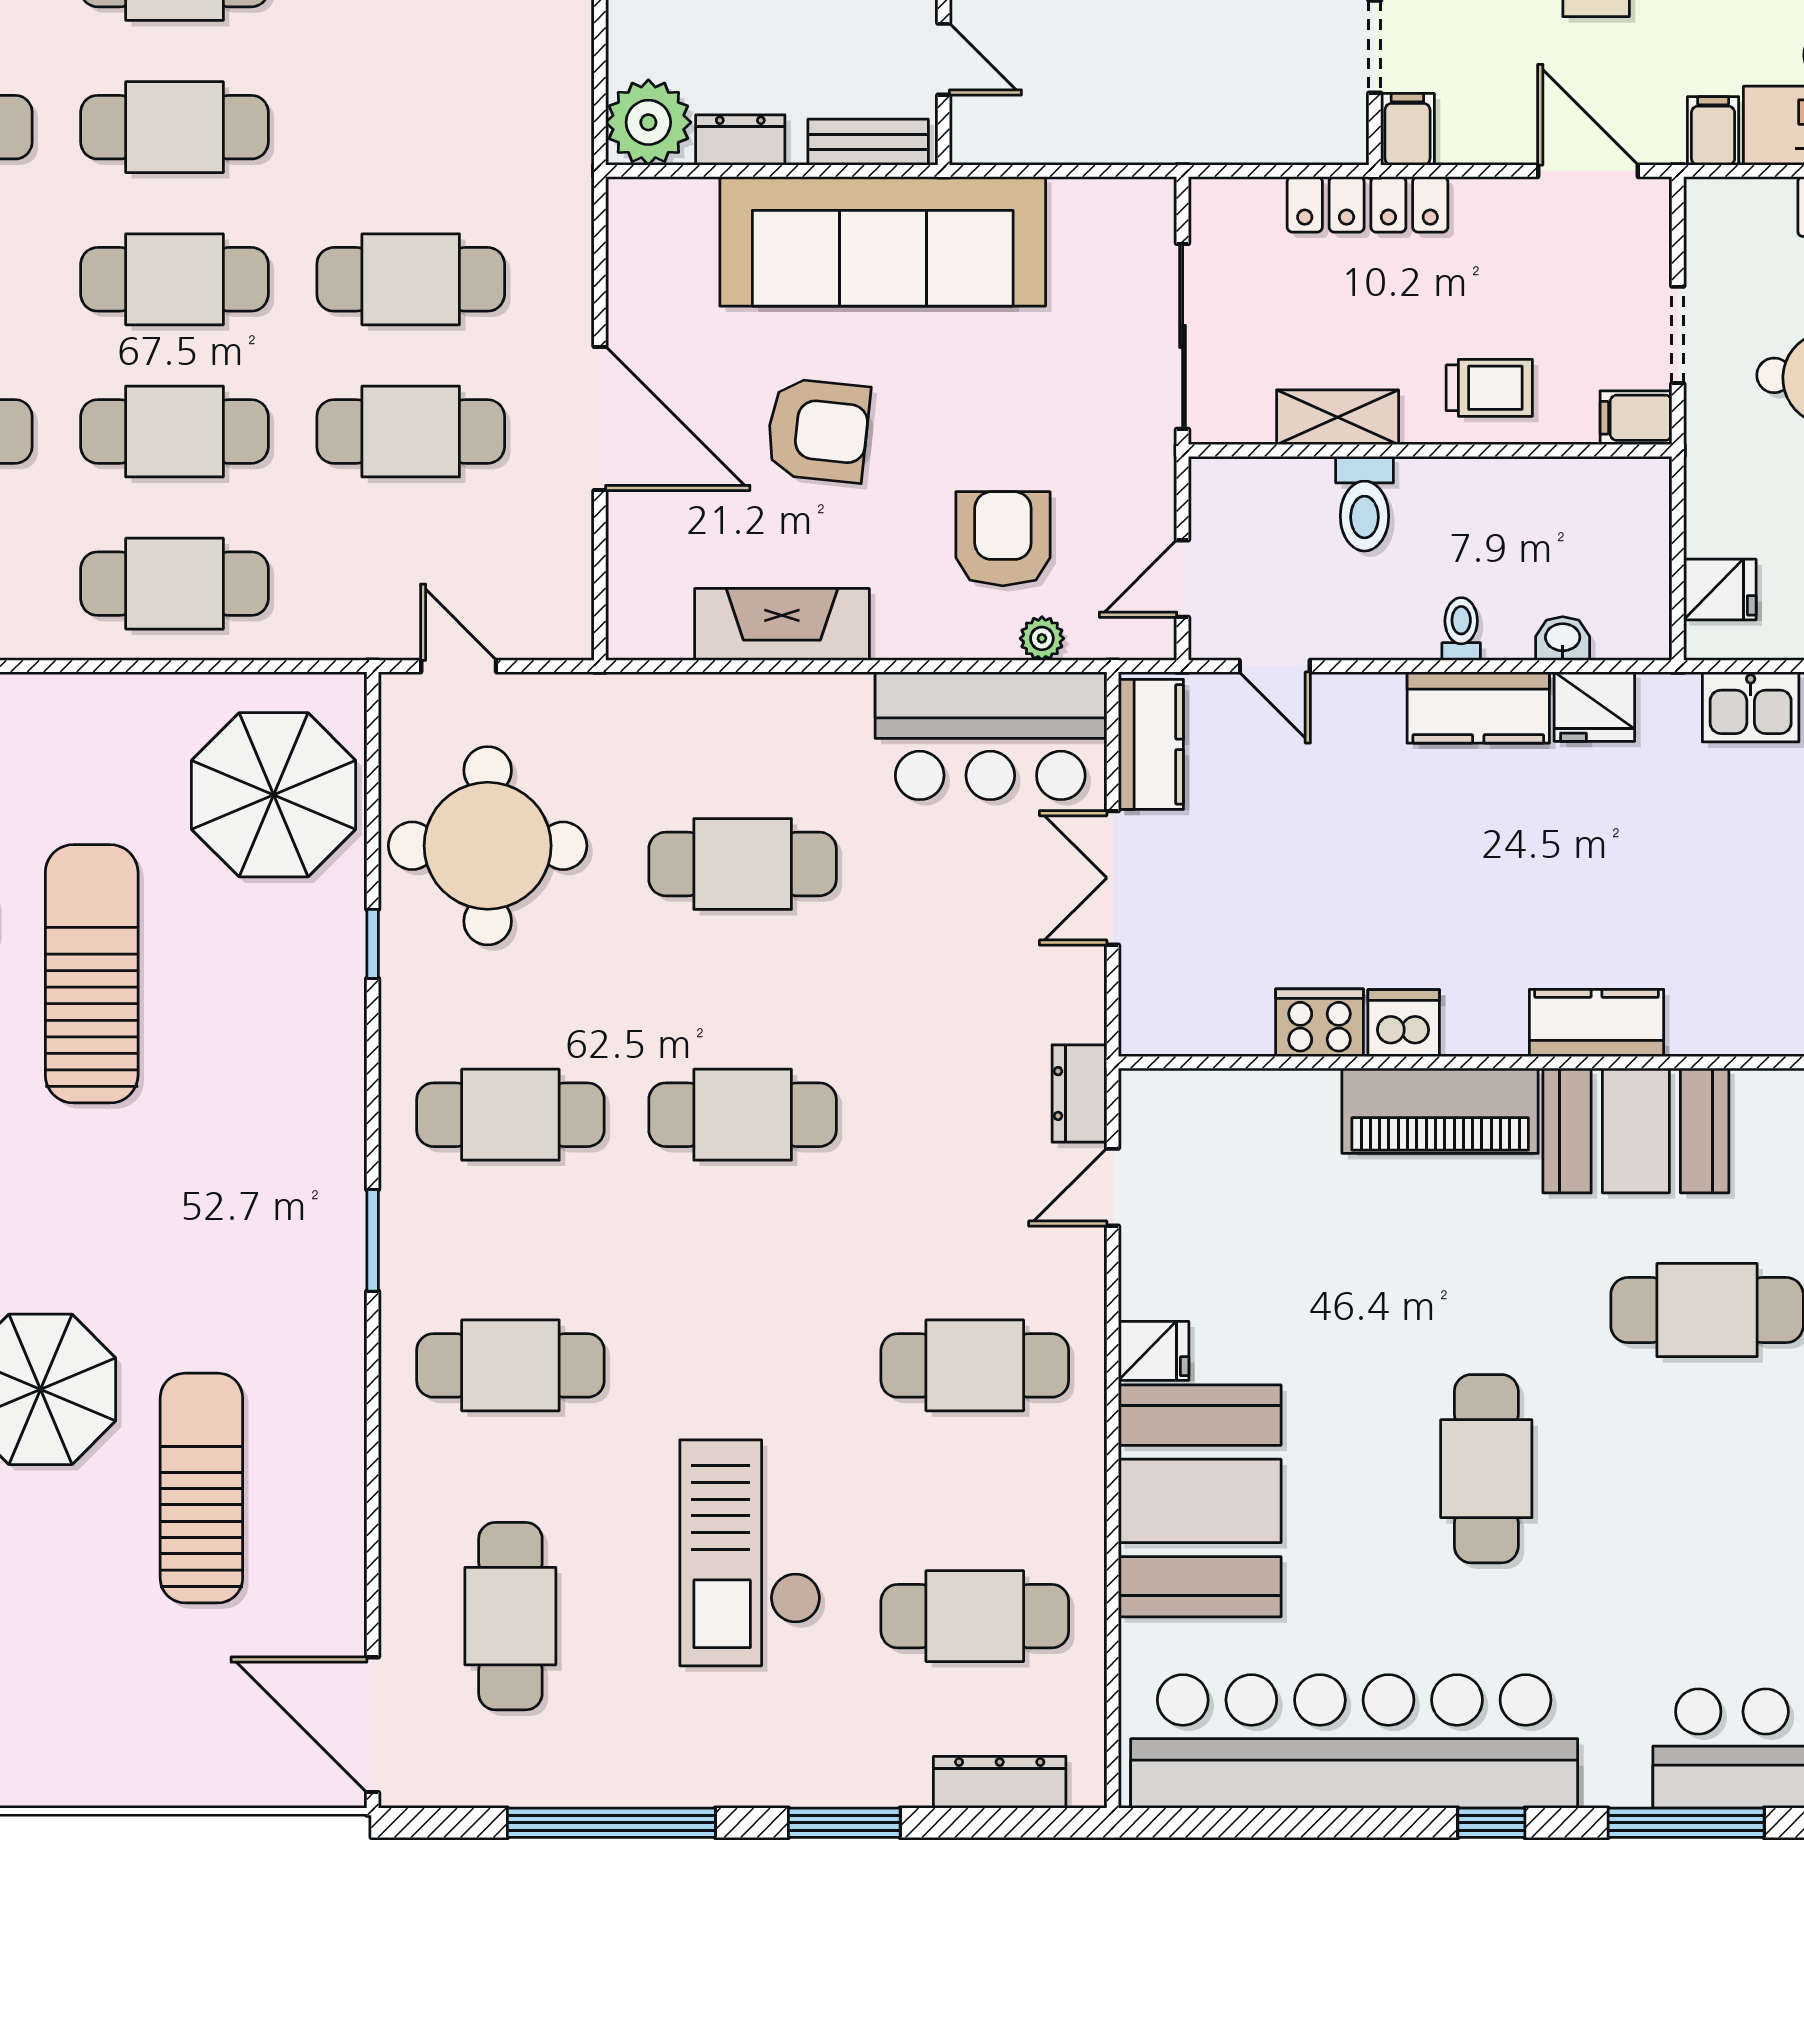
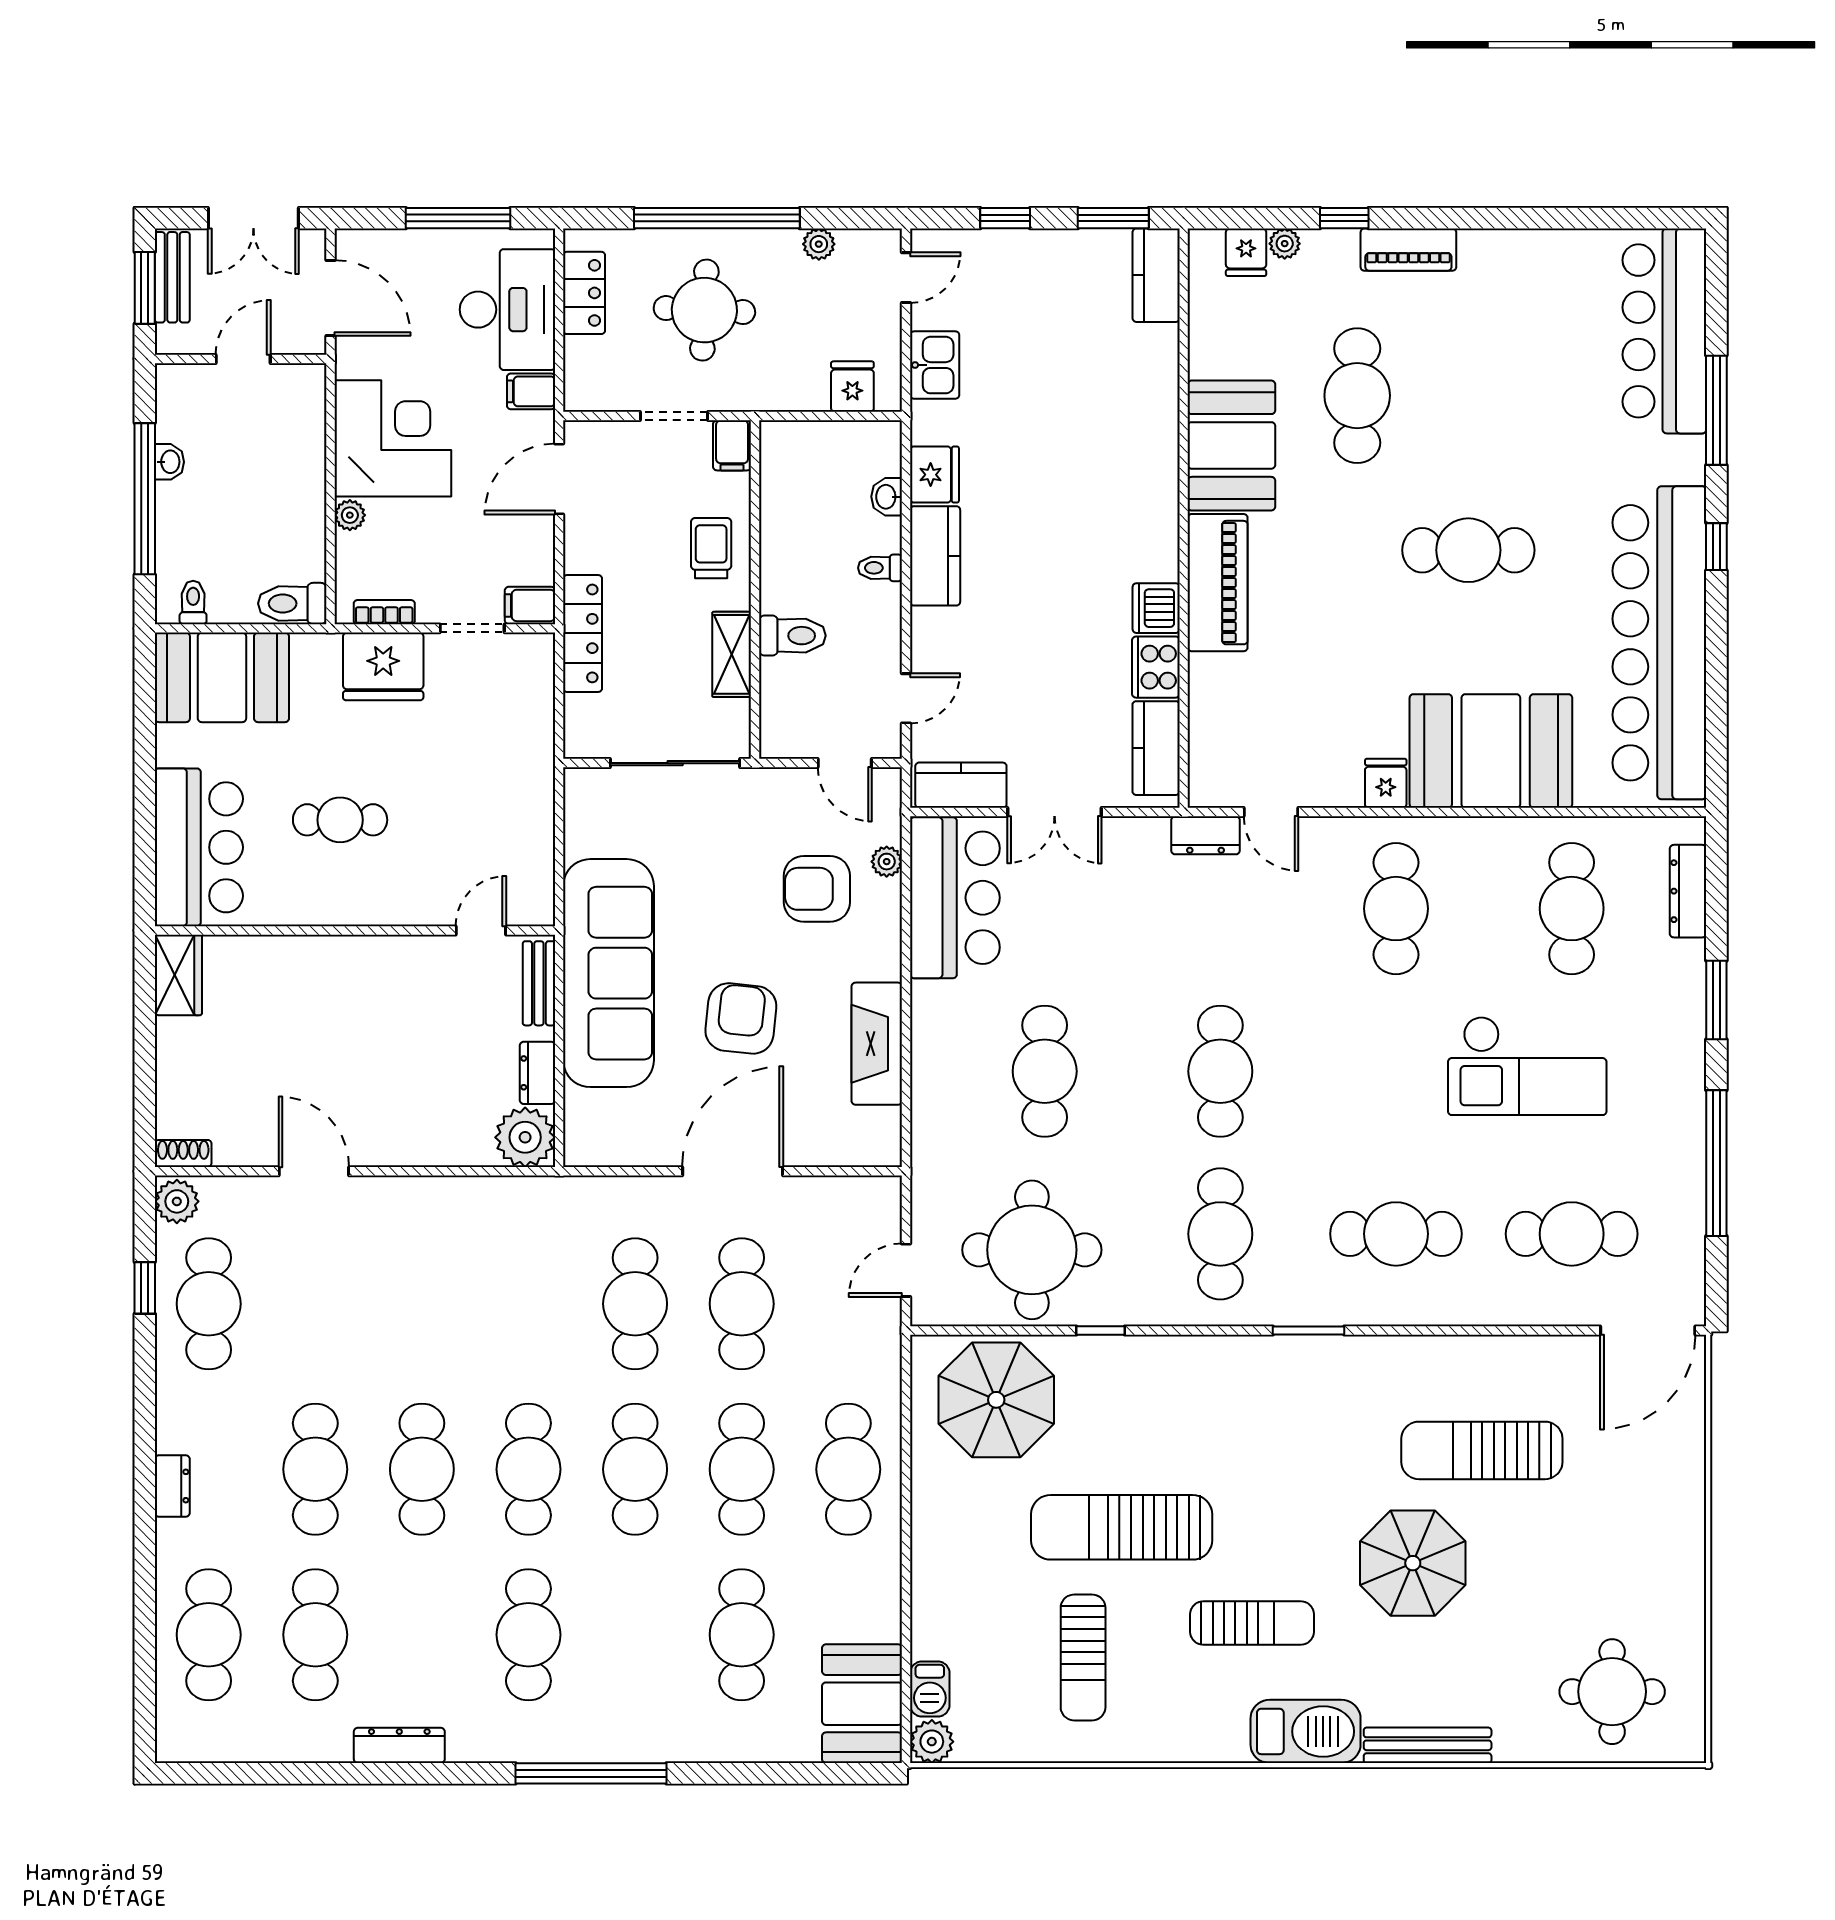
kitchen counter: (1597, 1023) -> (1156, 748), moved
cafe table: (510, 1365) -> (1396, 1234), turned 90

